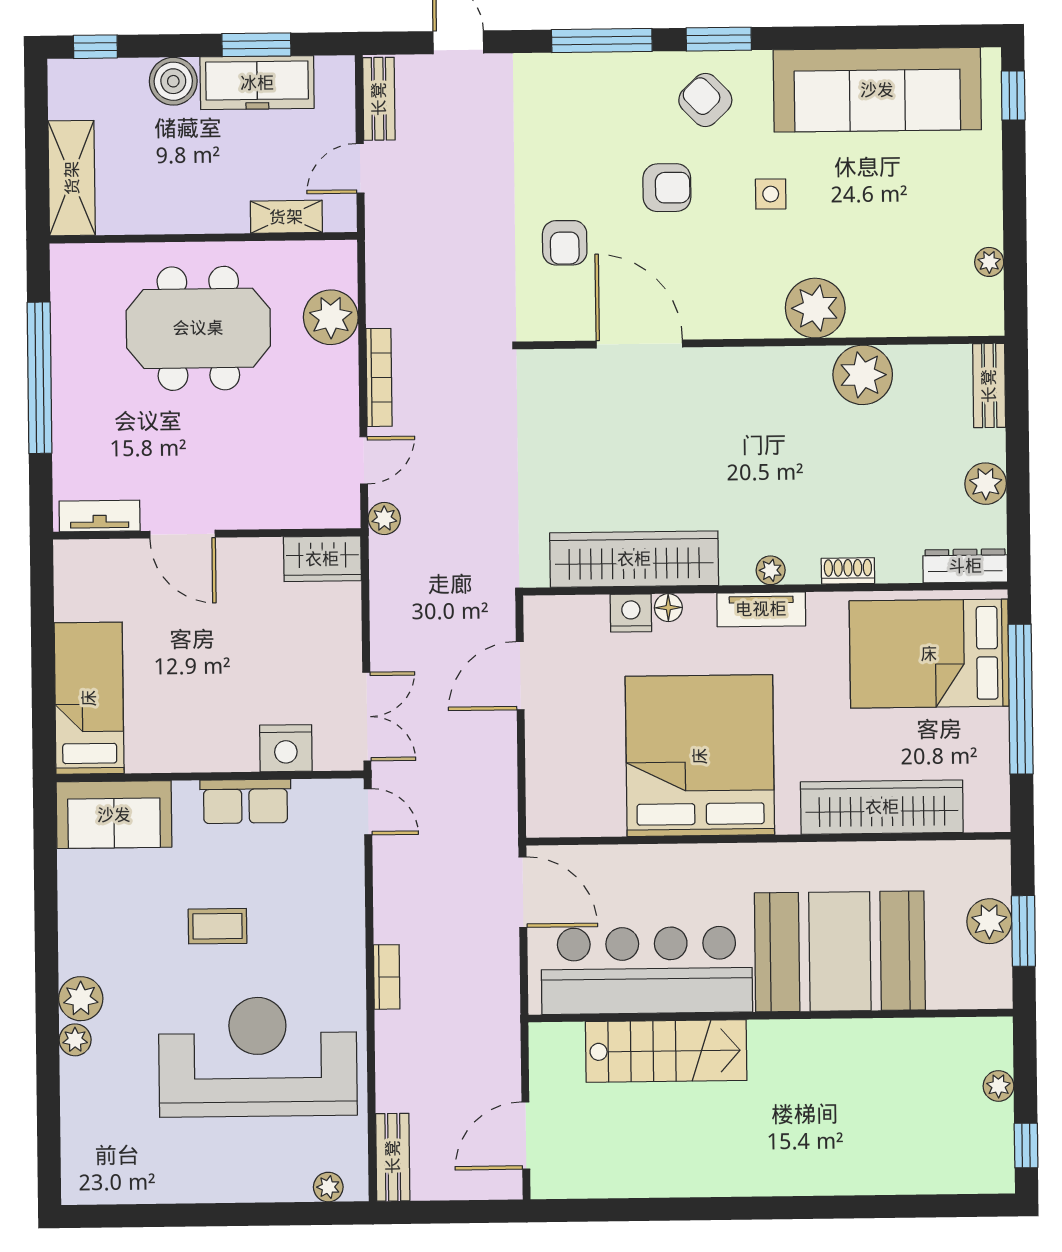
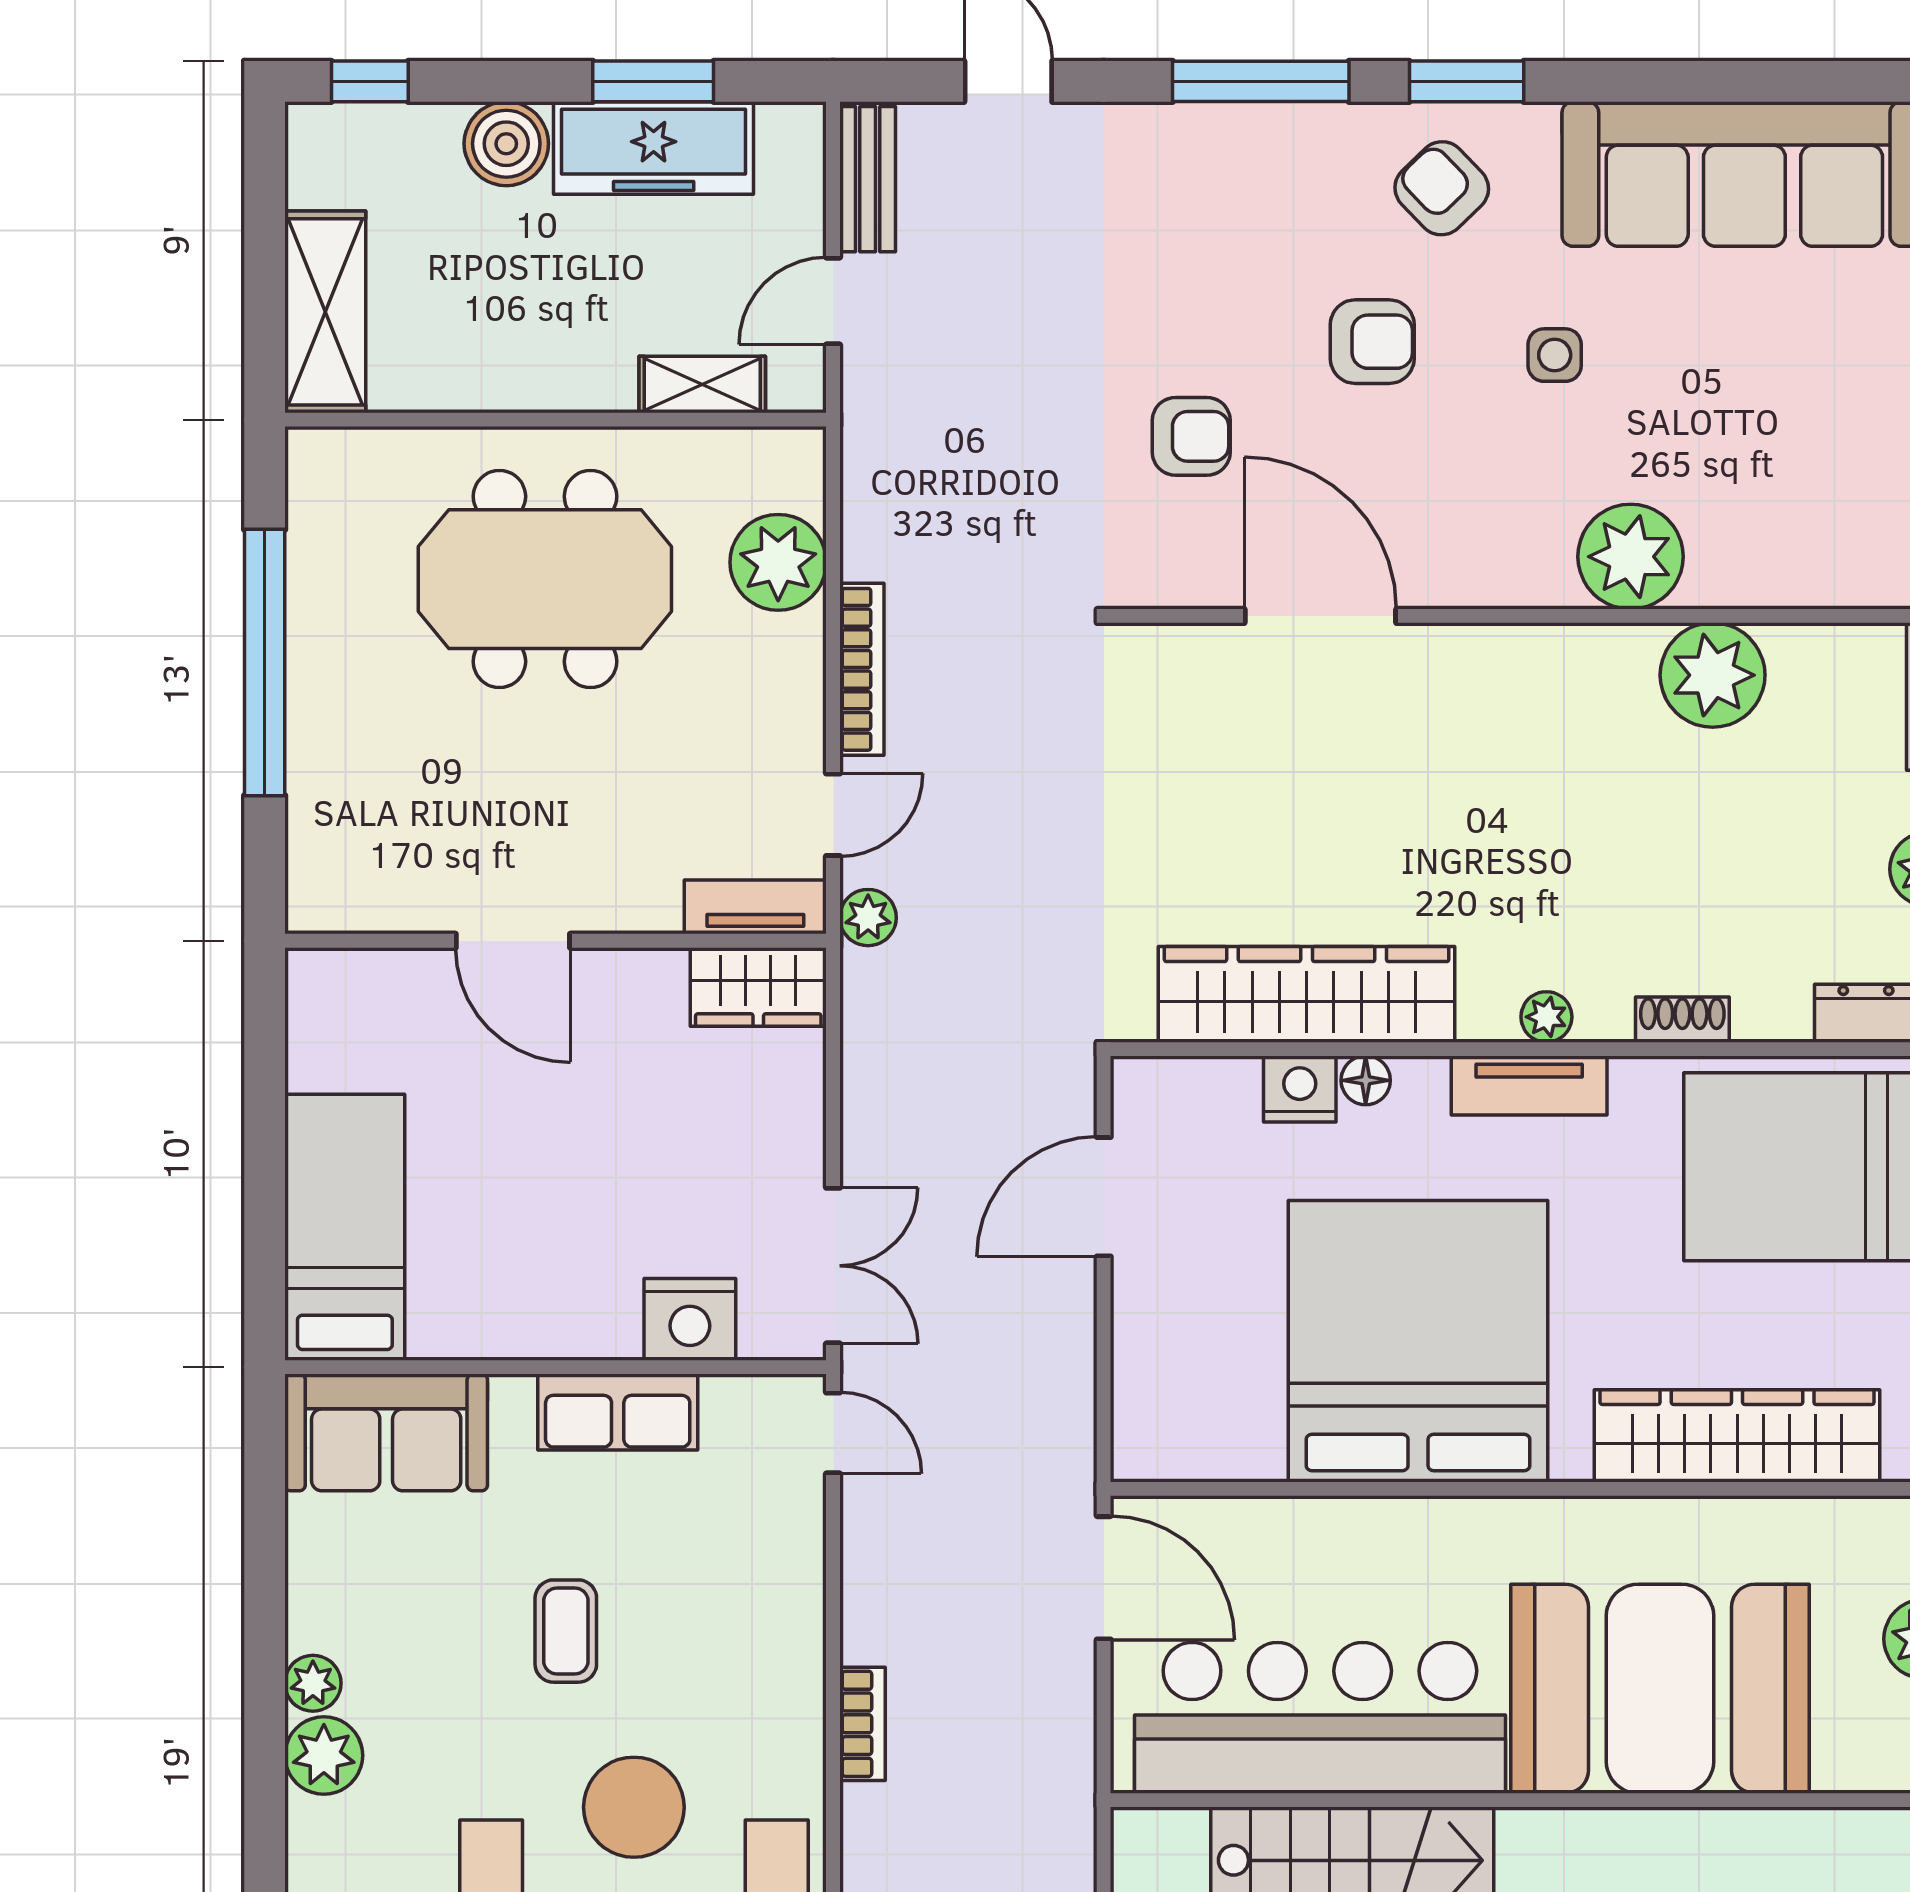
armchair: (565, 243) -> (1191, 436), turned -90
tv unit: (100, 516) -> (755, 907), moved
coffee table: (218, 926) -> (566, 1631), turned 90
plant: (75, 1040) -> (313, 1683), moved

